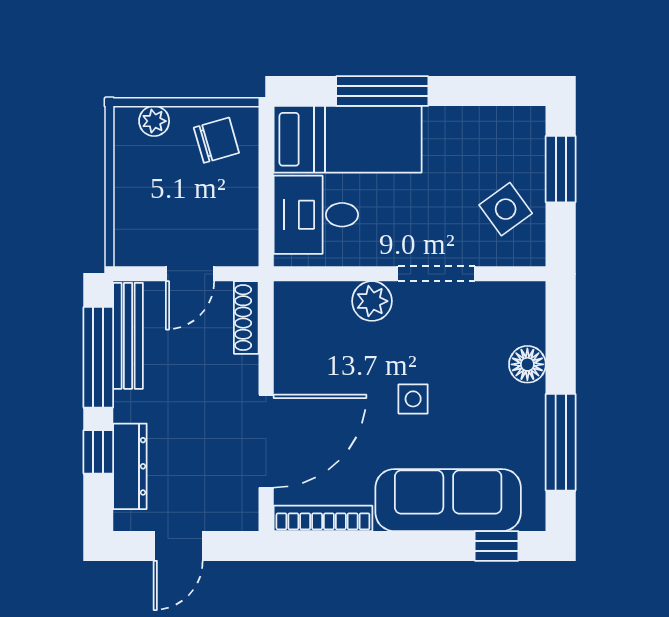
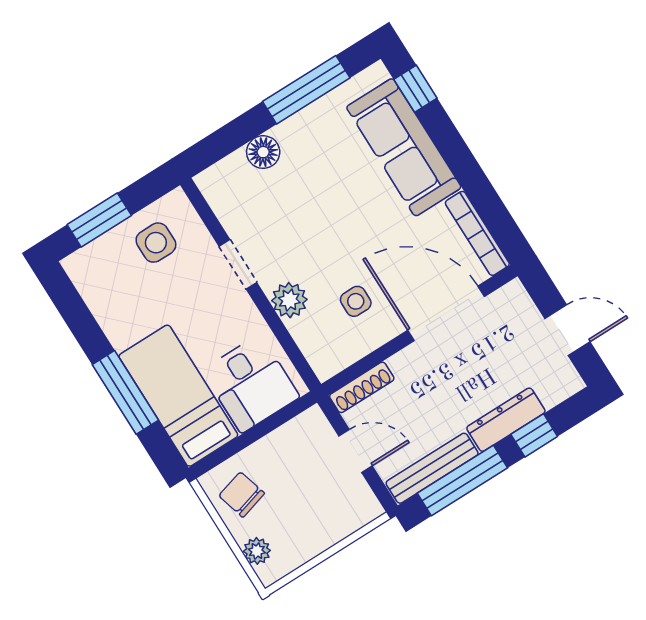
side table: (506, 209) -> (156, 243), turned 36
doorway: (436, 274) -> (238, 264), width x0.73
side table: (413, 399) -> (356, 301), moved
dresser: (130, 466) -> (506, 420), moved

